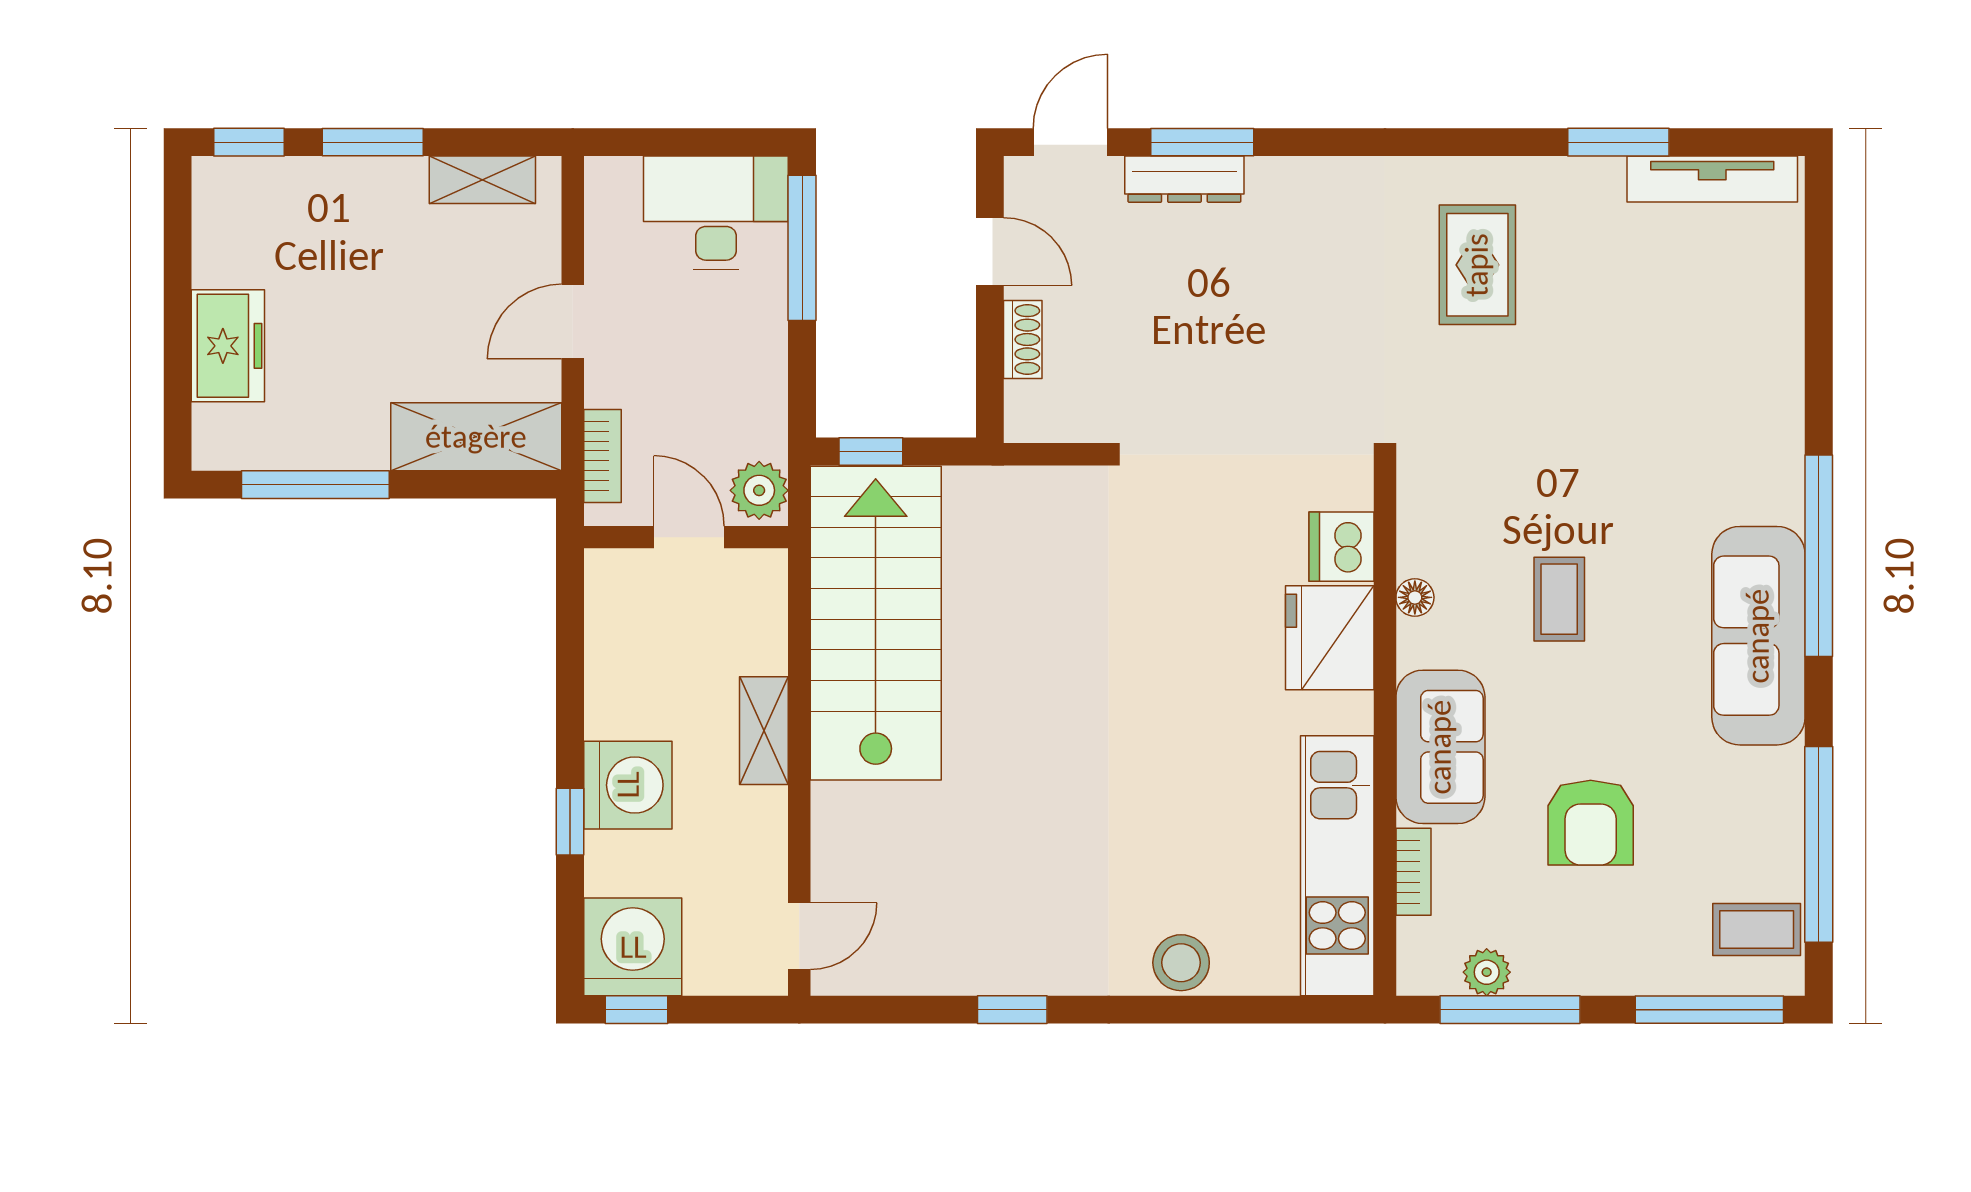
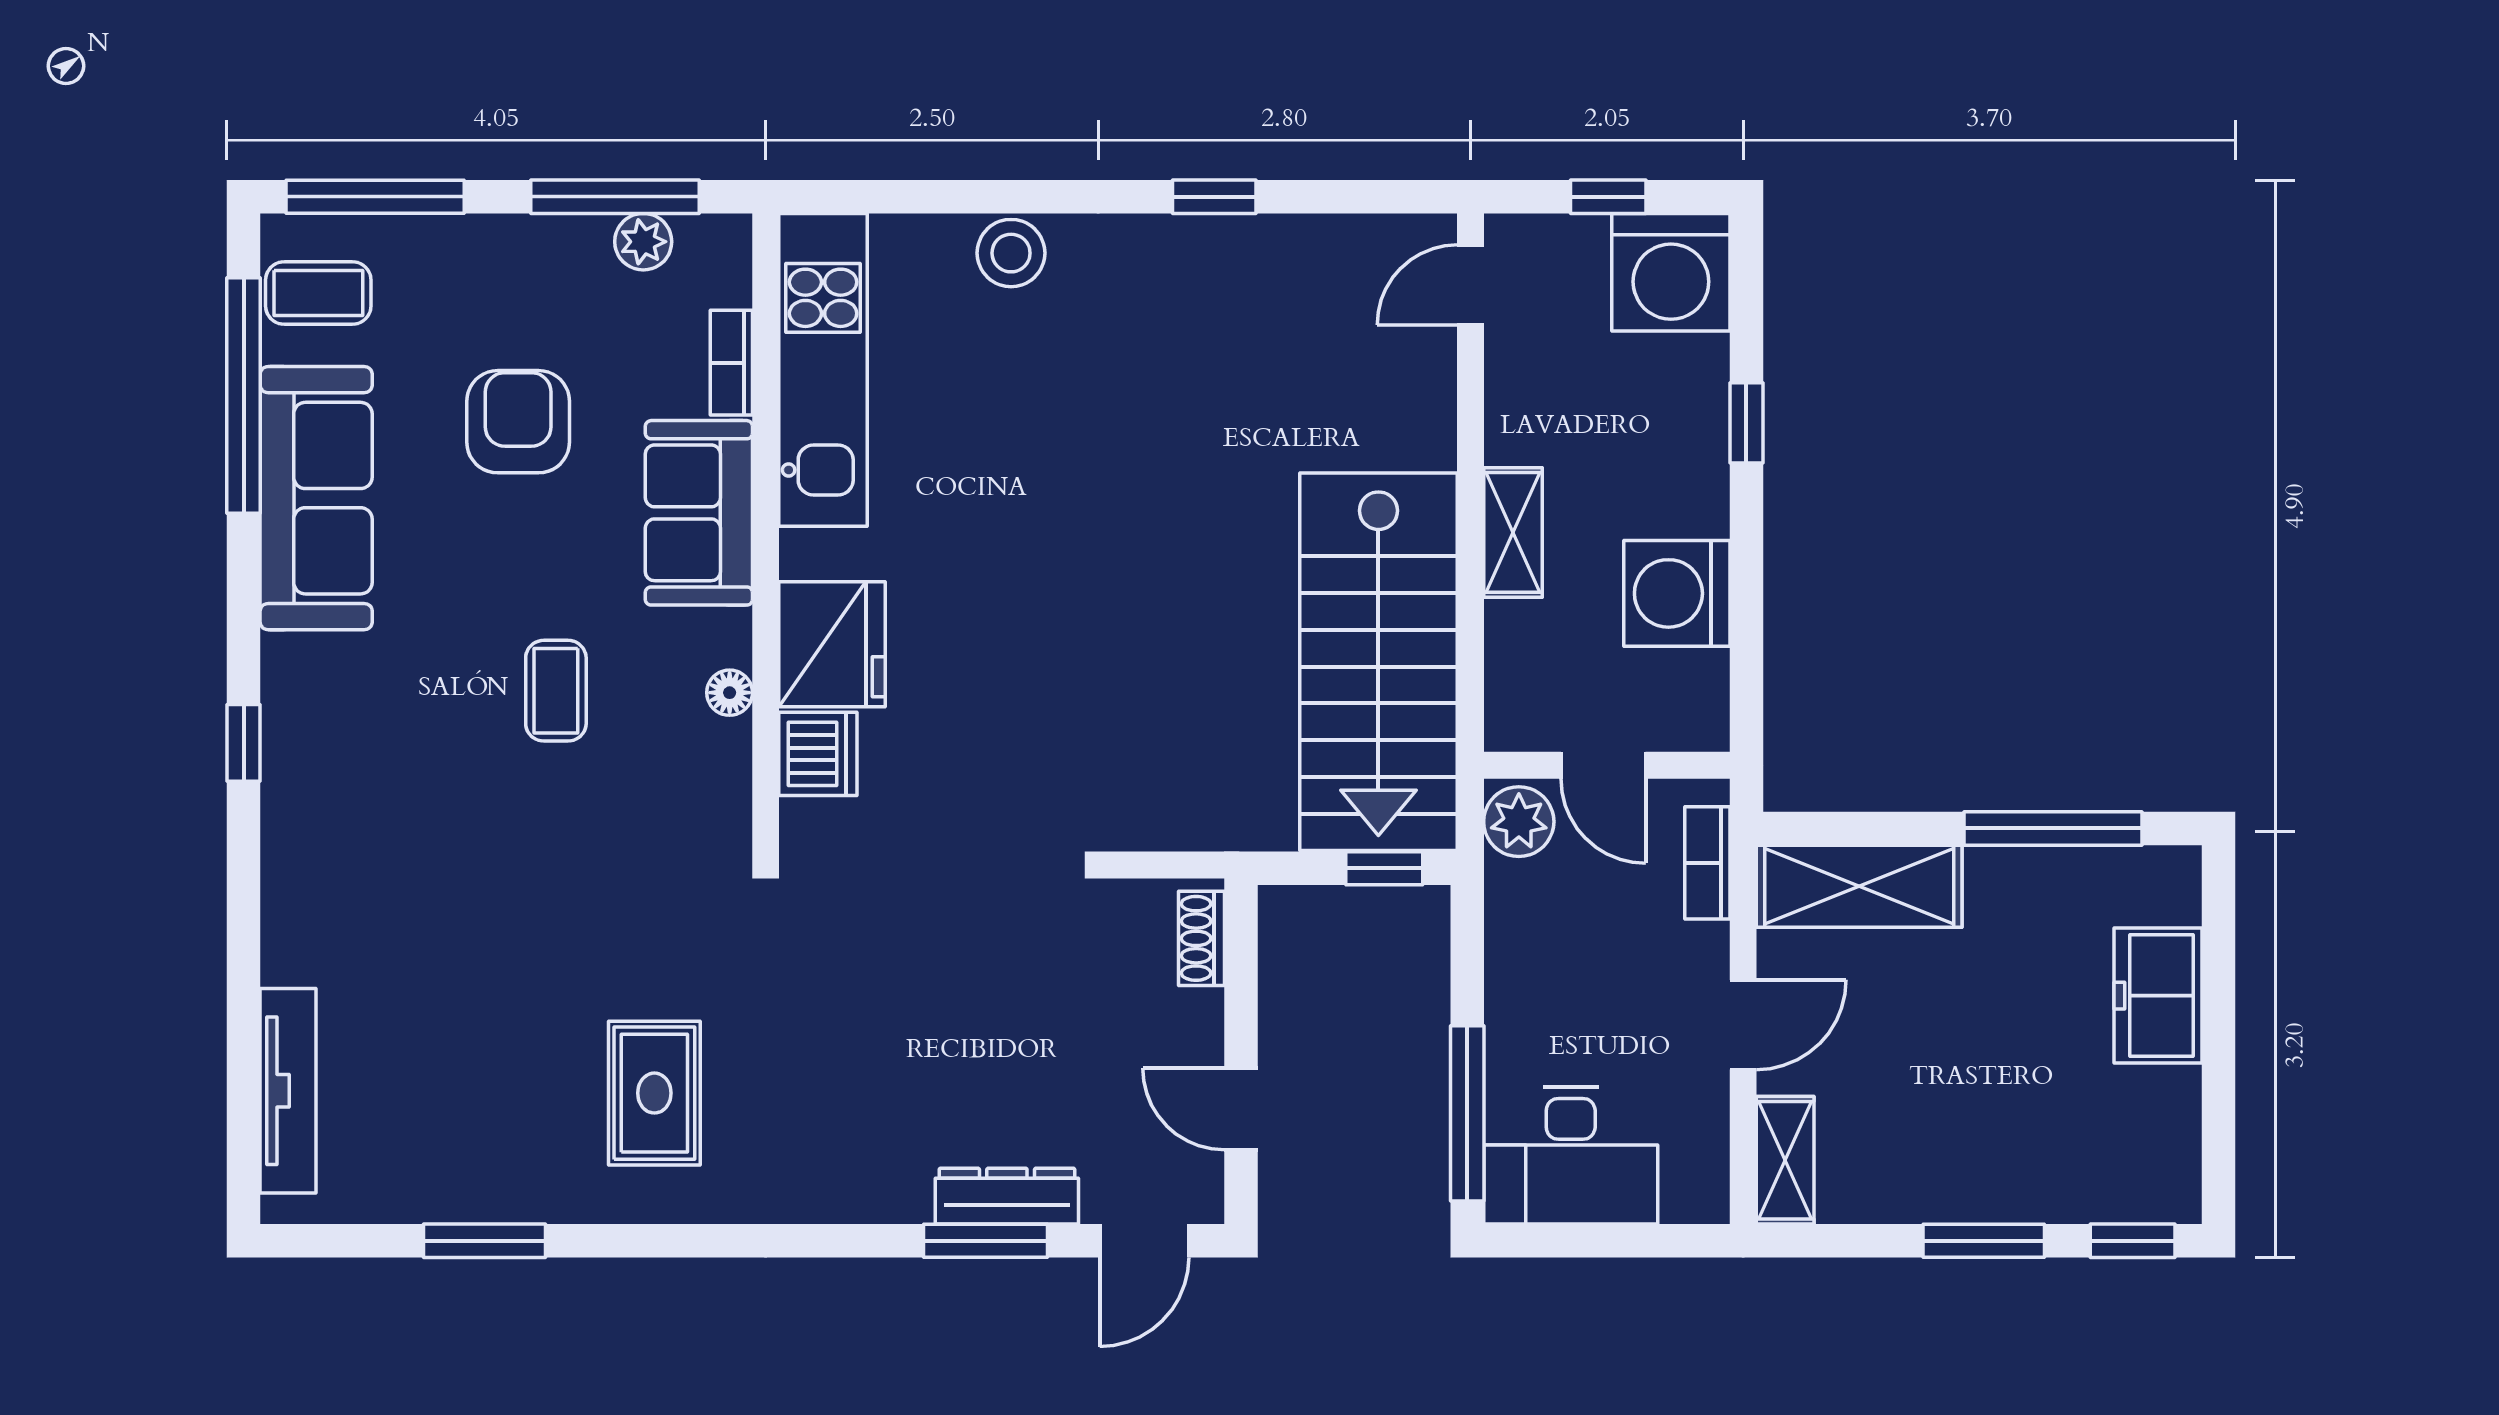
tv unit: (1712, 179) -> (288, 1091), moved, turned 90
shelving: (482, 180) -> (1785, 1160), moved, turned 90
shoe rack: (1023, 339) -> (1202, 938), moved
window: (1819, 556) -> (244, 743), width x0.32
sofa: (1758, 636) -> (316, 498), moved
washing machine: (628, 785) -> (1677, 593), moved
window: (637, 1010) -> (1608, 197), moved

